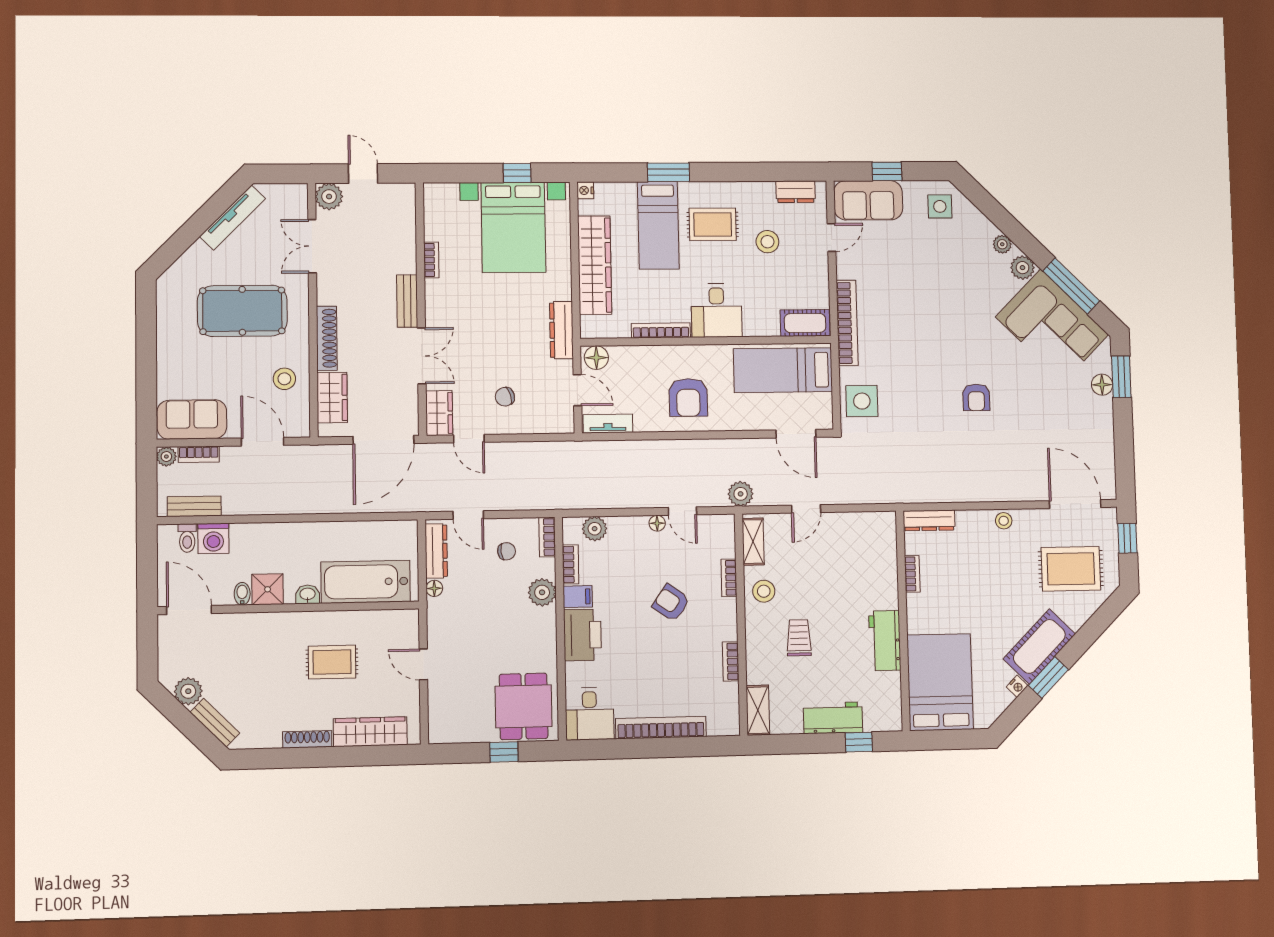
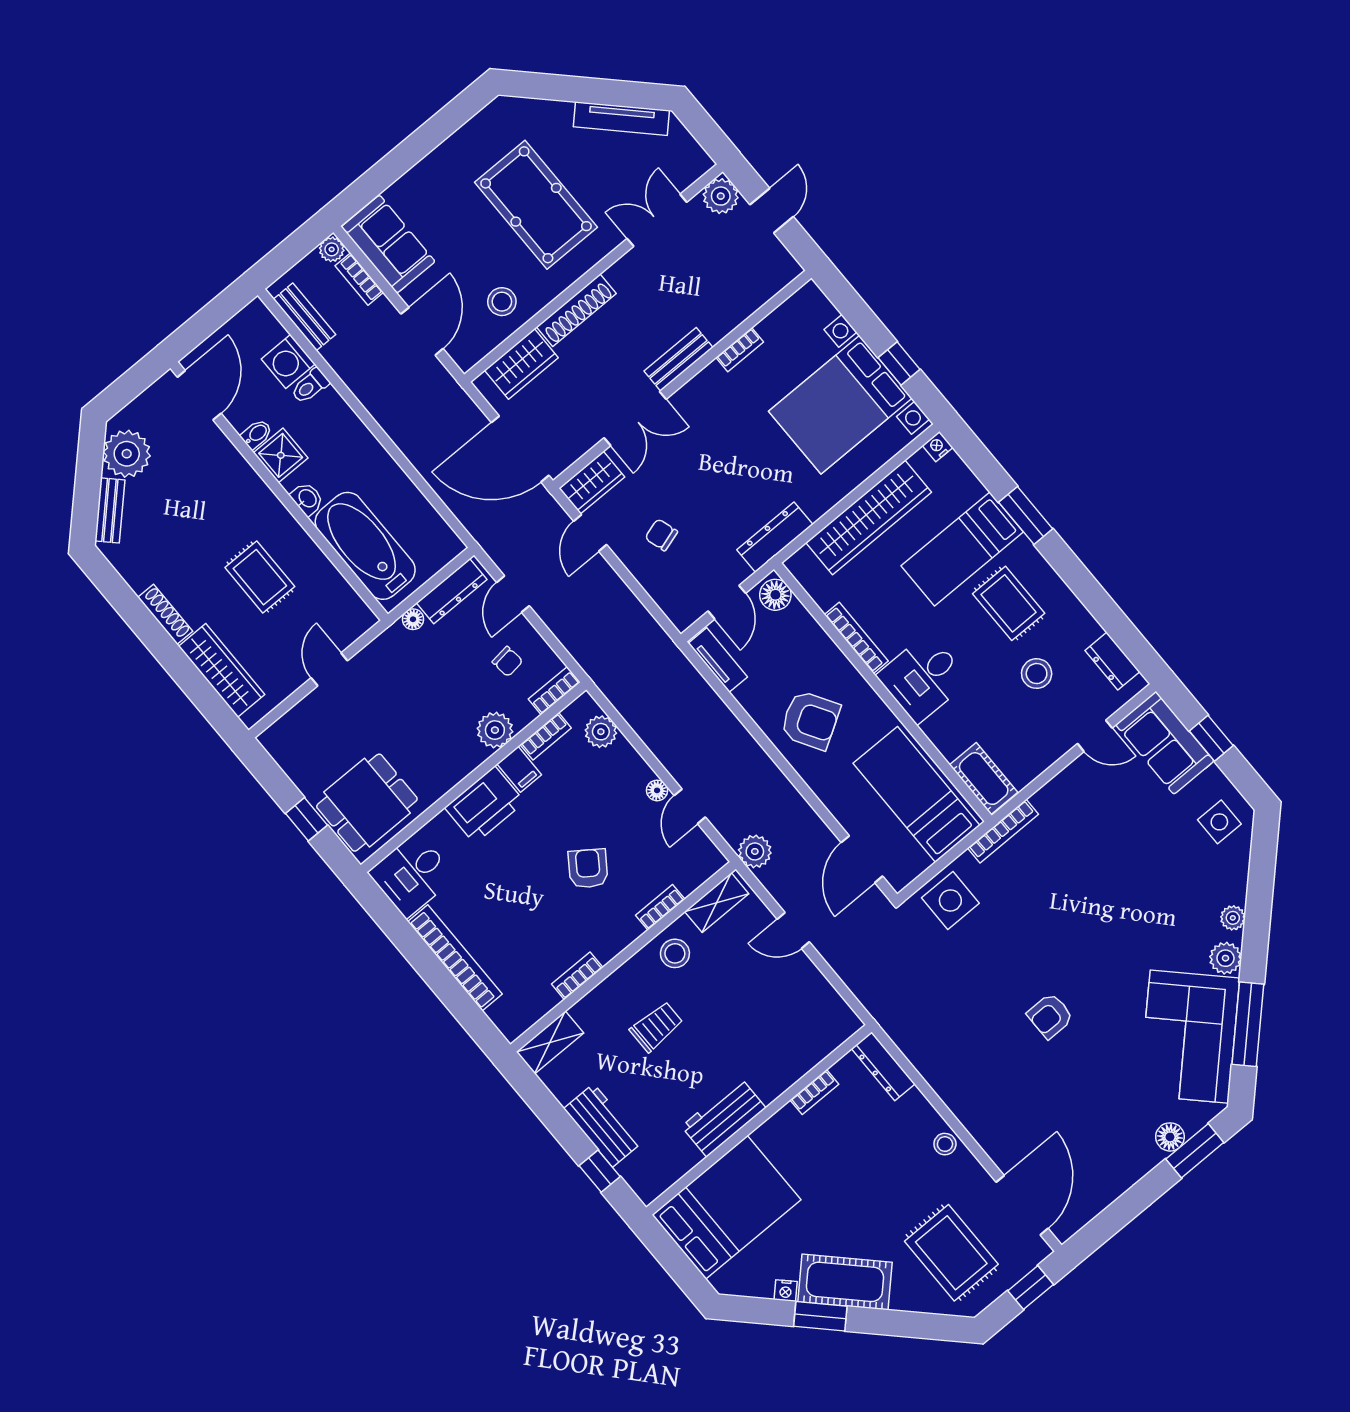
bookcase: (847, 323) -> (1003, 831), width x0.68, depth x0.76
armchair: (688, 397) -> (810, 720), turned -121
toilet: (187, 538) -> (310, 386), moved
plant: (188, 691) -> (127, 454), width x1.36, depth x1.36

